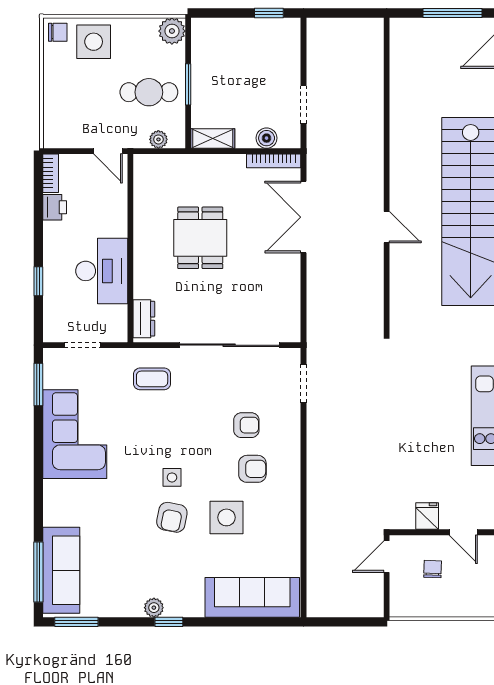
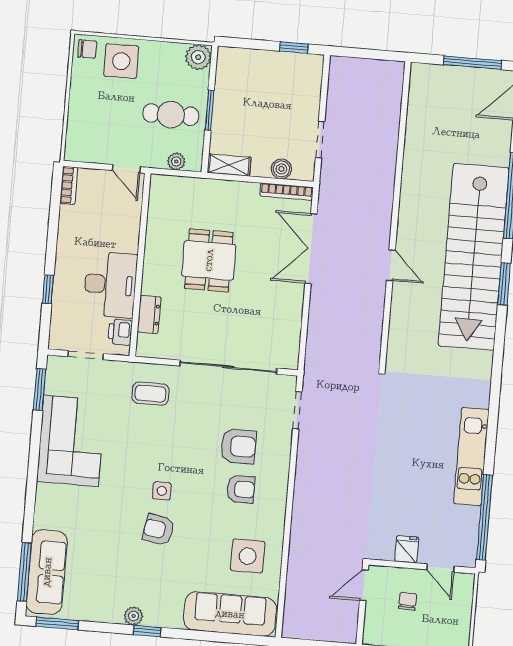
printer: (55, 207) -> (120, 332), moved, turned 180
dresser: (144, 319) -> (149, 314), moved
armchair: (246, 425) -> (238, 446), width x1.38, depth x1.38
armchair: (172, 517) -> (158, 530), turned 89
side table: (226, 517) -> (248, 556), moved

